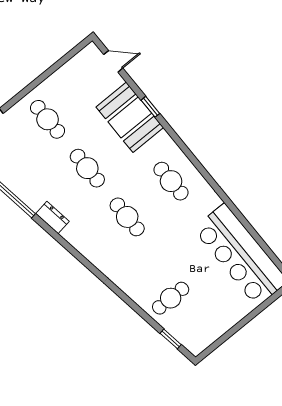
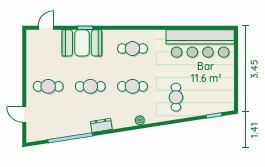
plant: (95, 257) -> (140, 120), added
cafe table: (171, 298) -> (176, 97), moved

